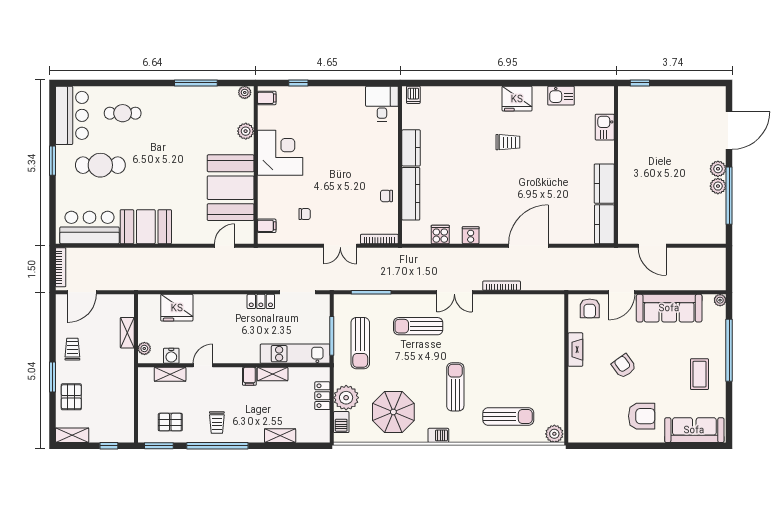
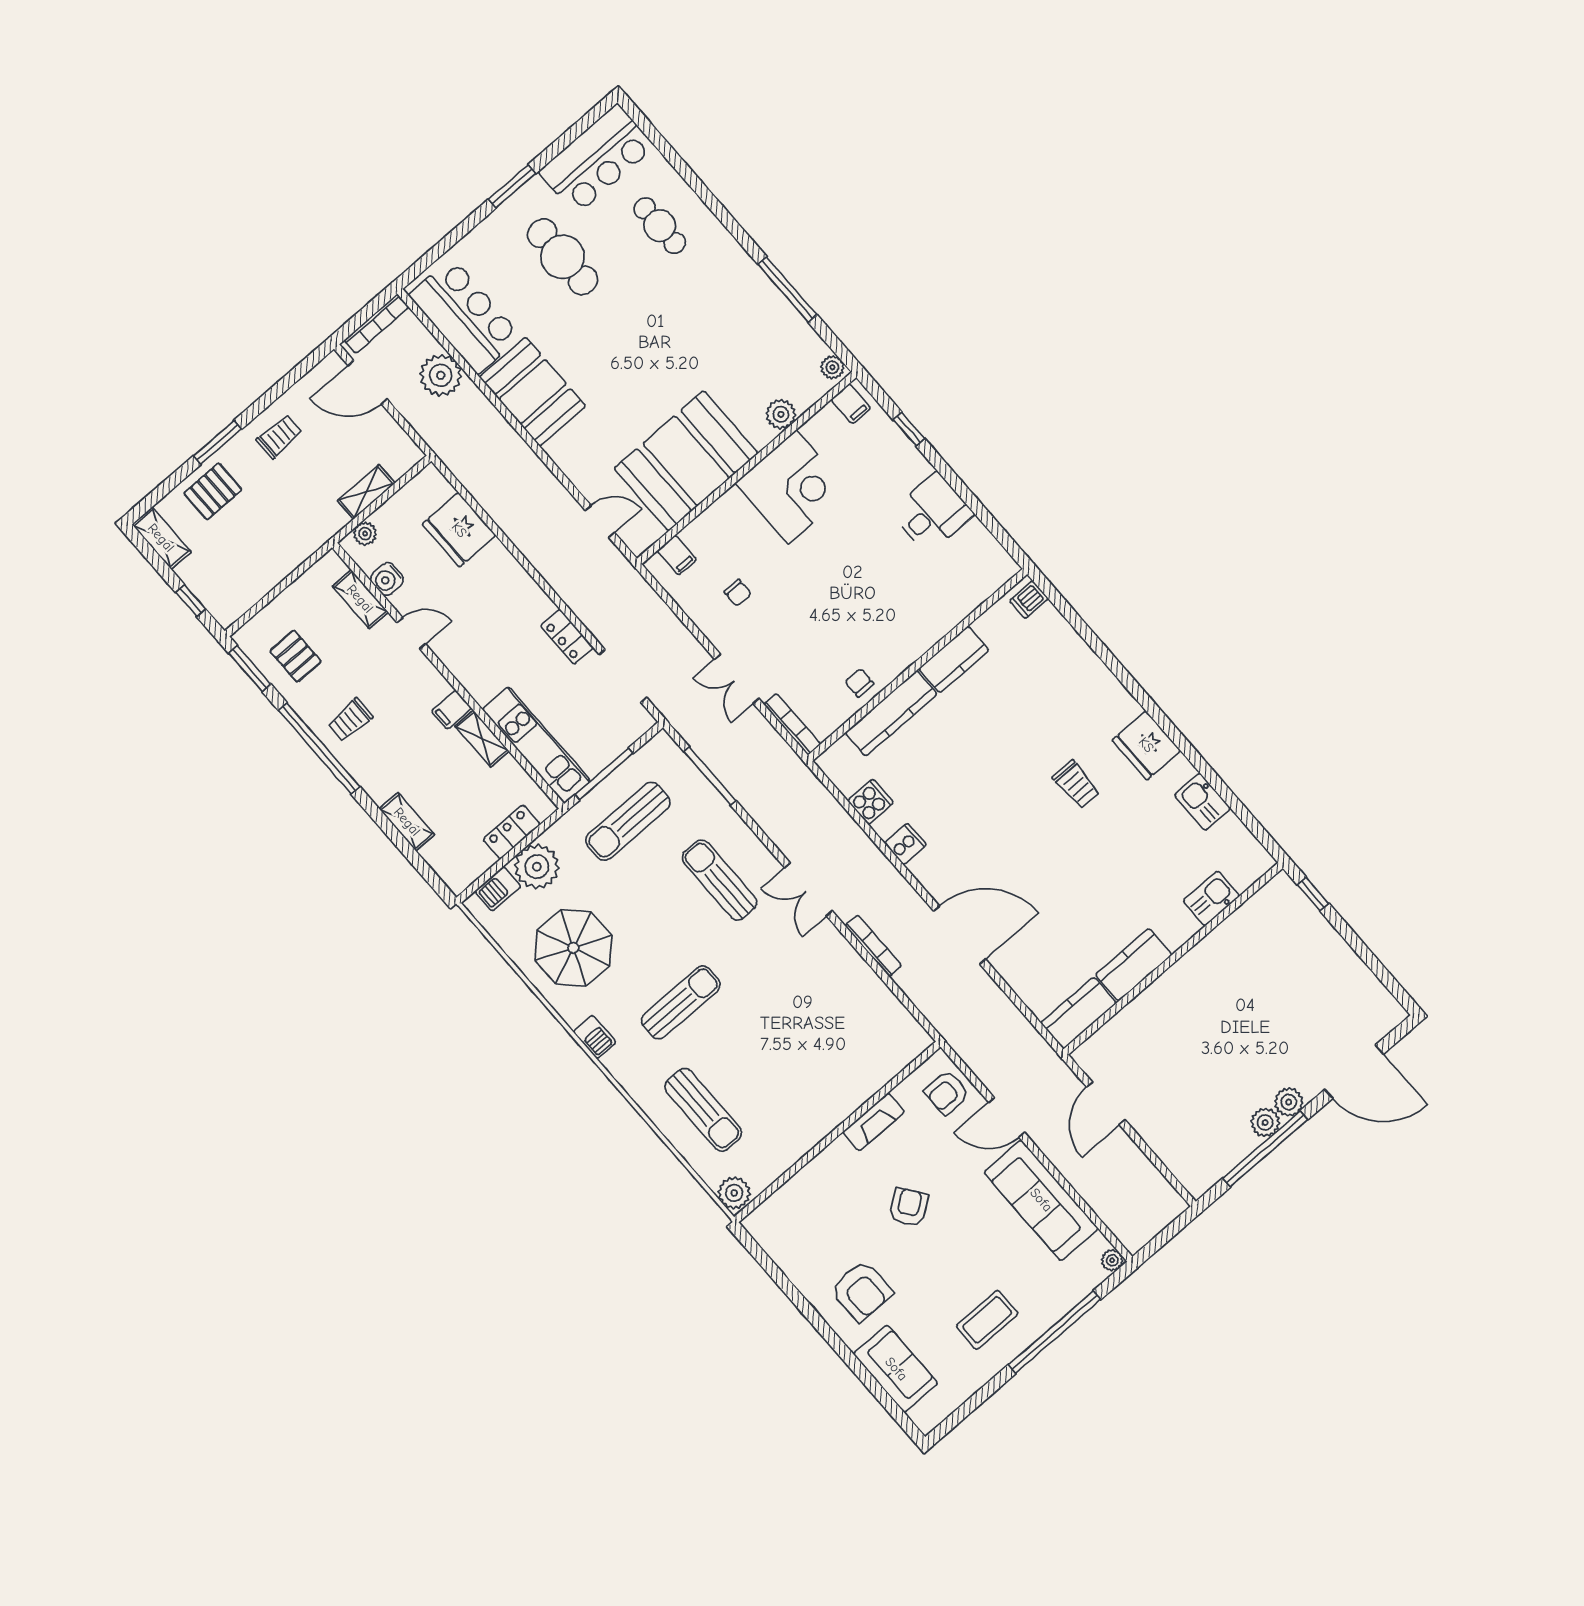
desk: (382, 104) -> (932, 513), moved
plant: (106, 259) -> (441, 375), added
sofa: (694, 430) -> (896, 1369), width x0.73

